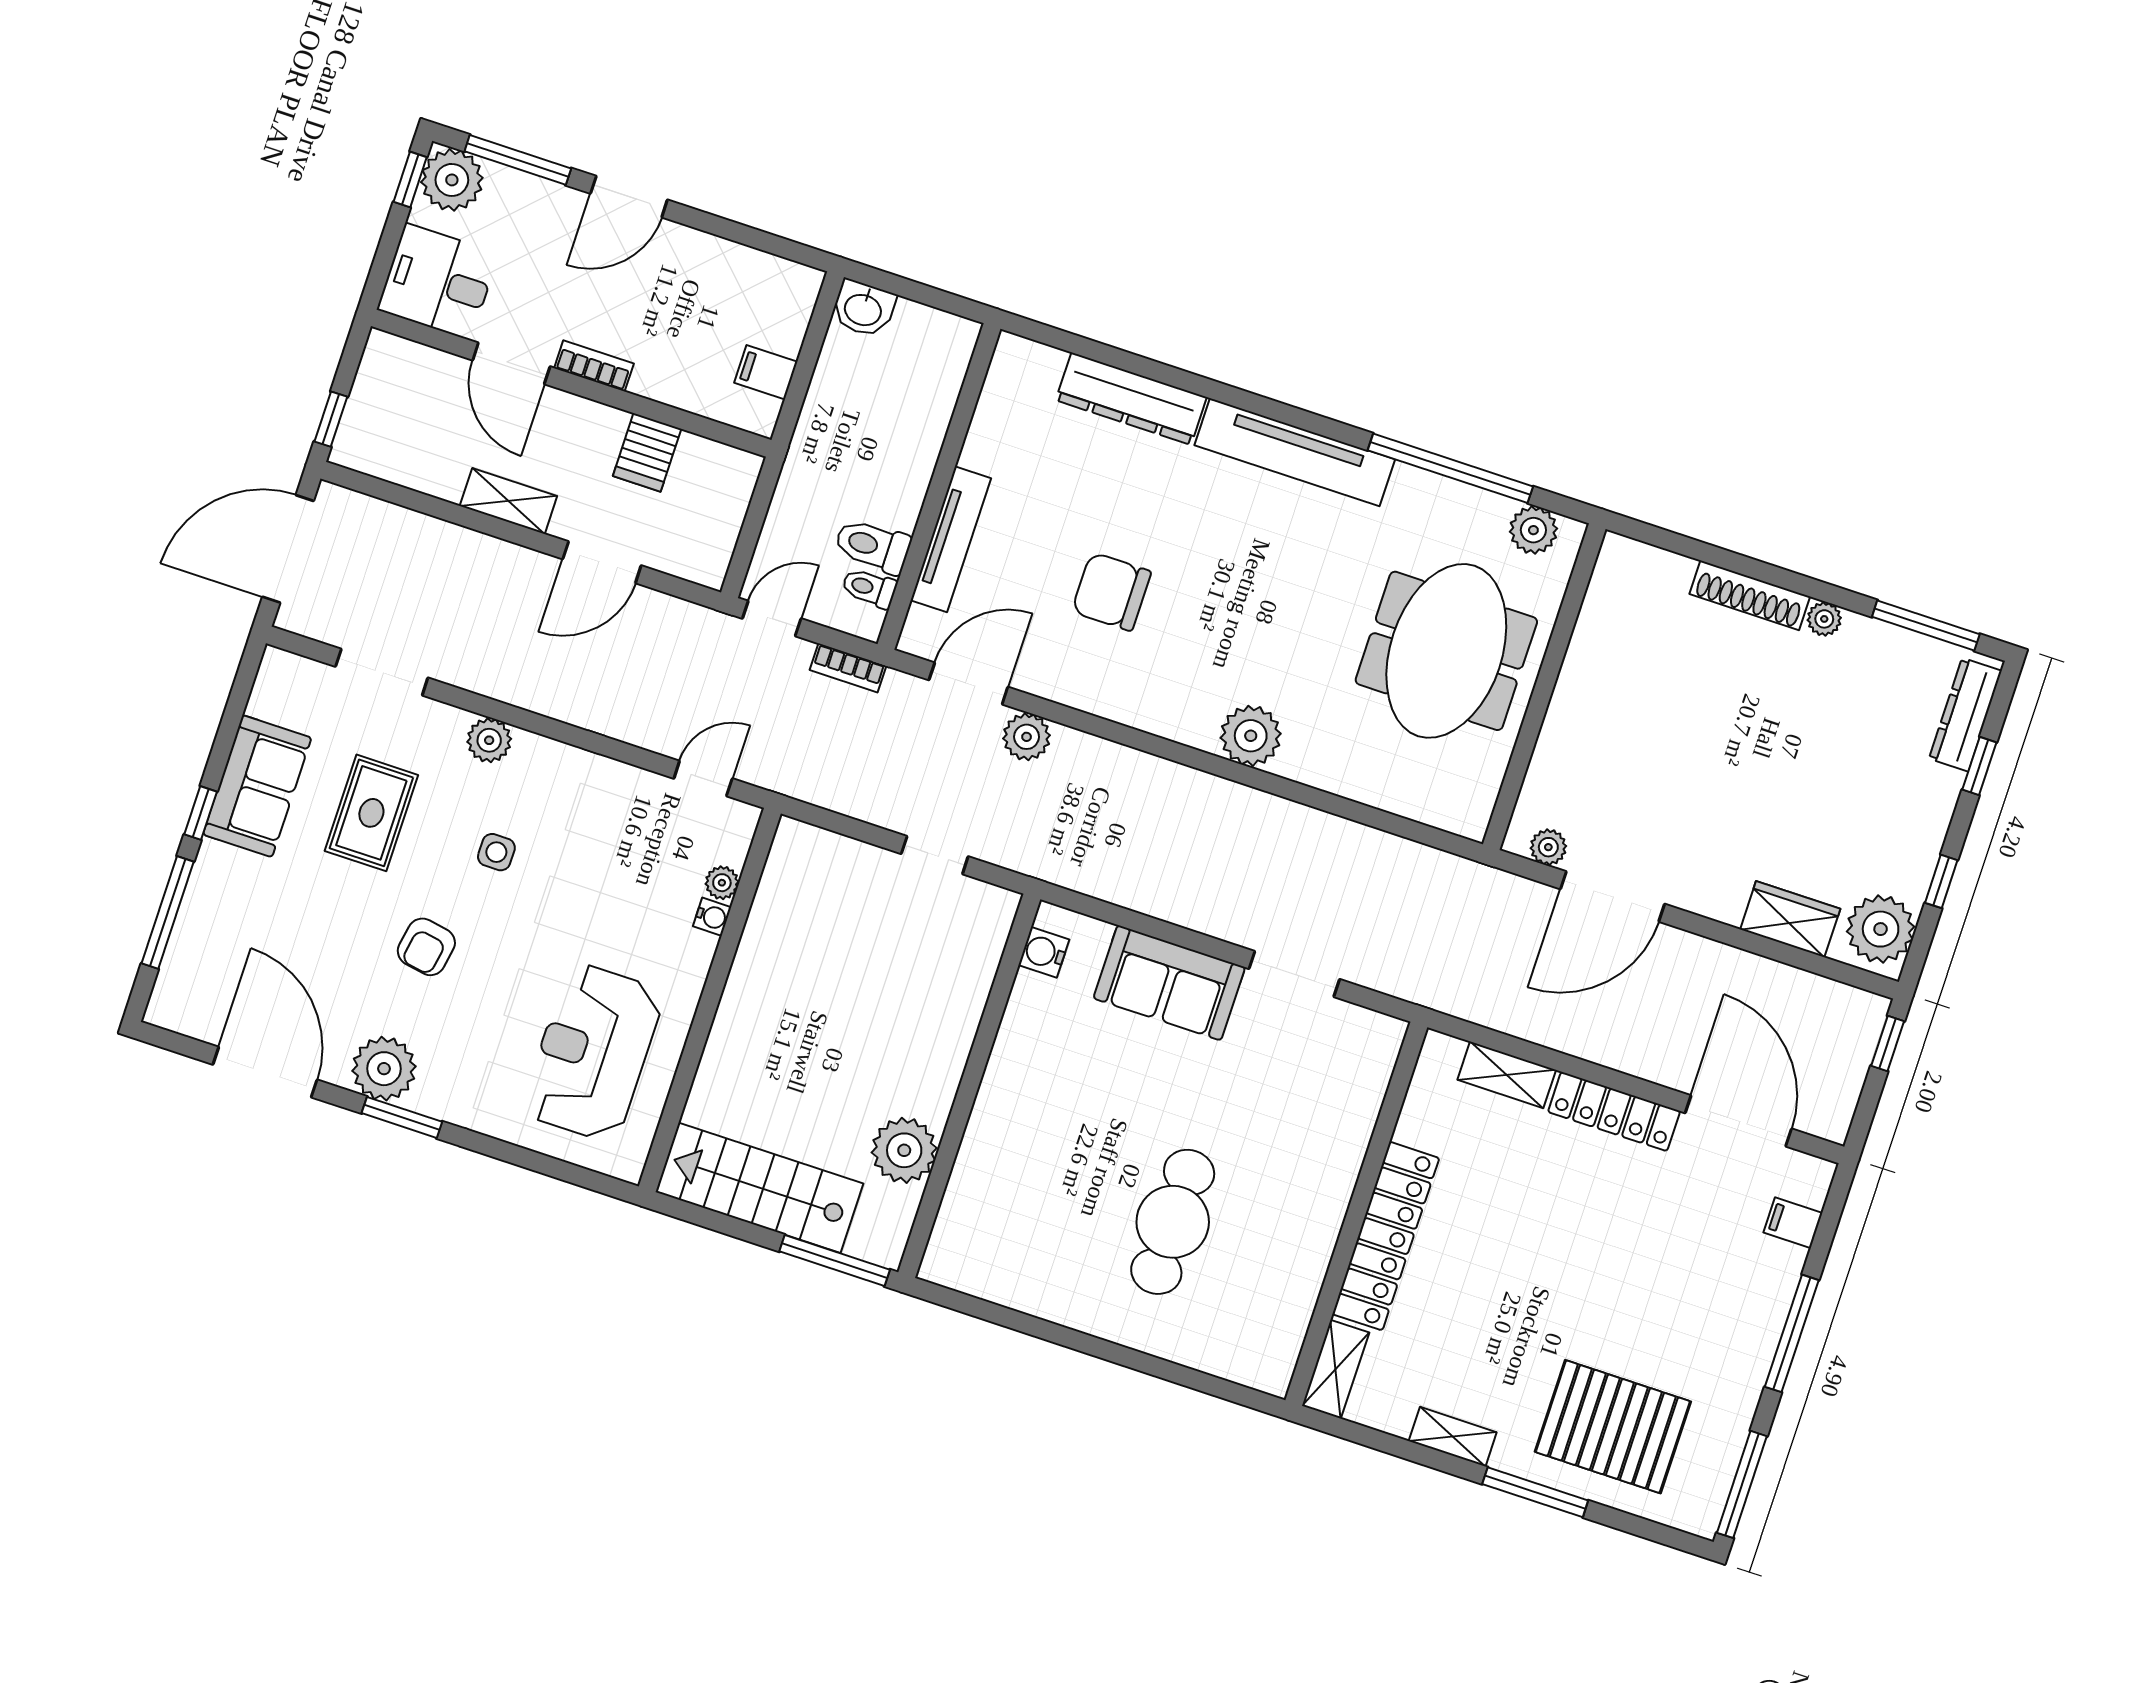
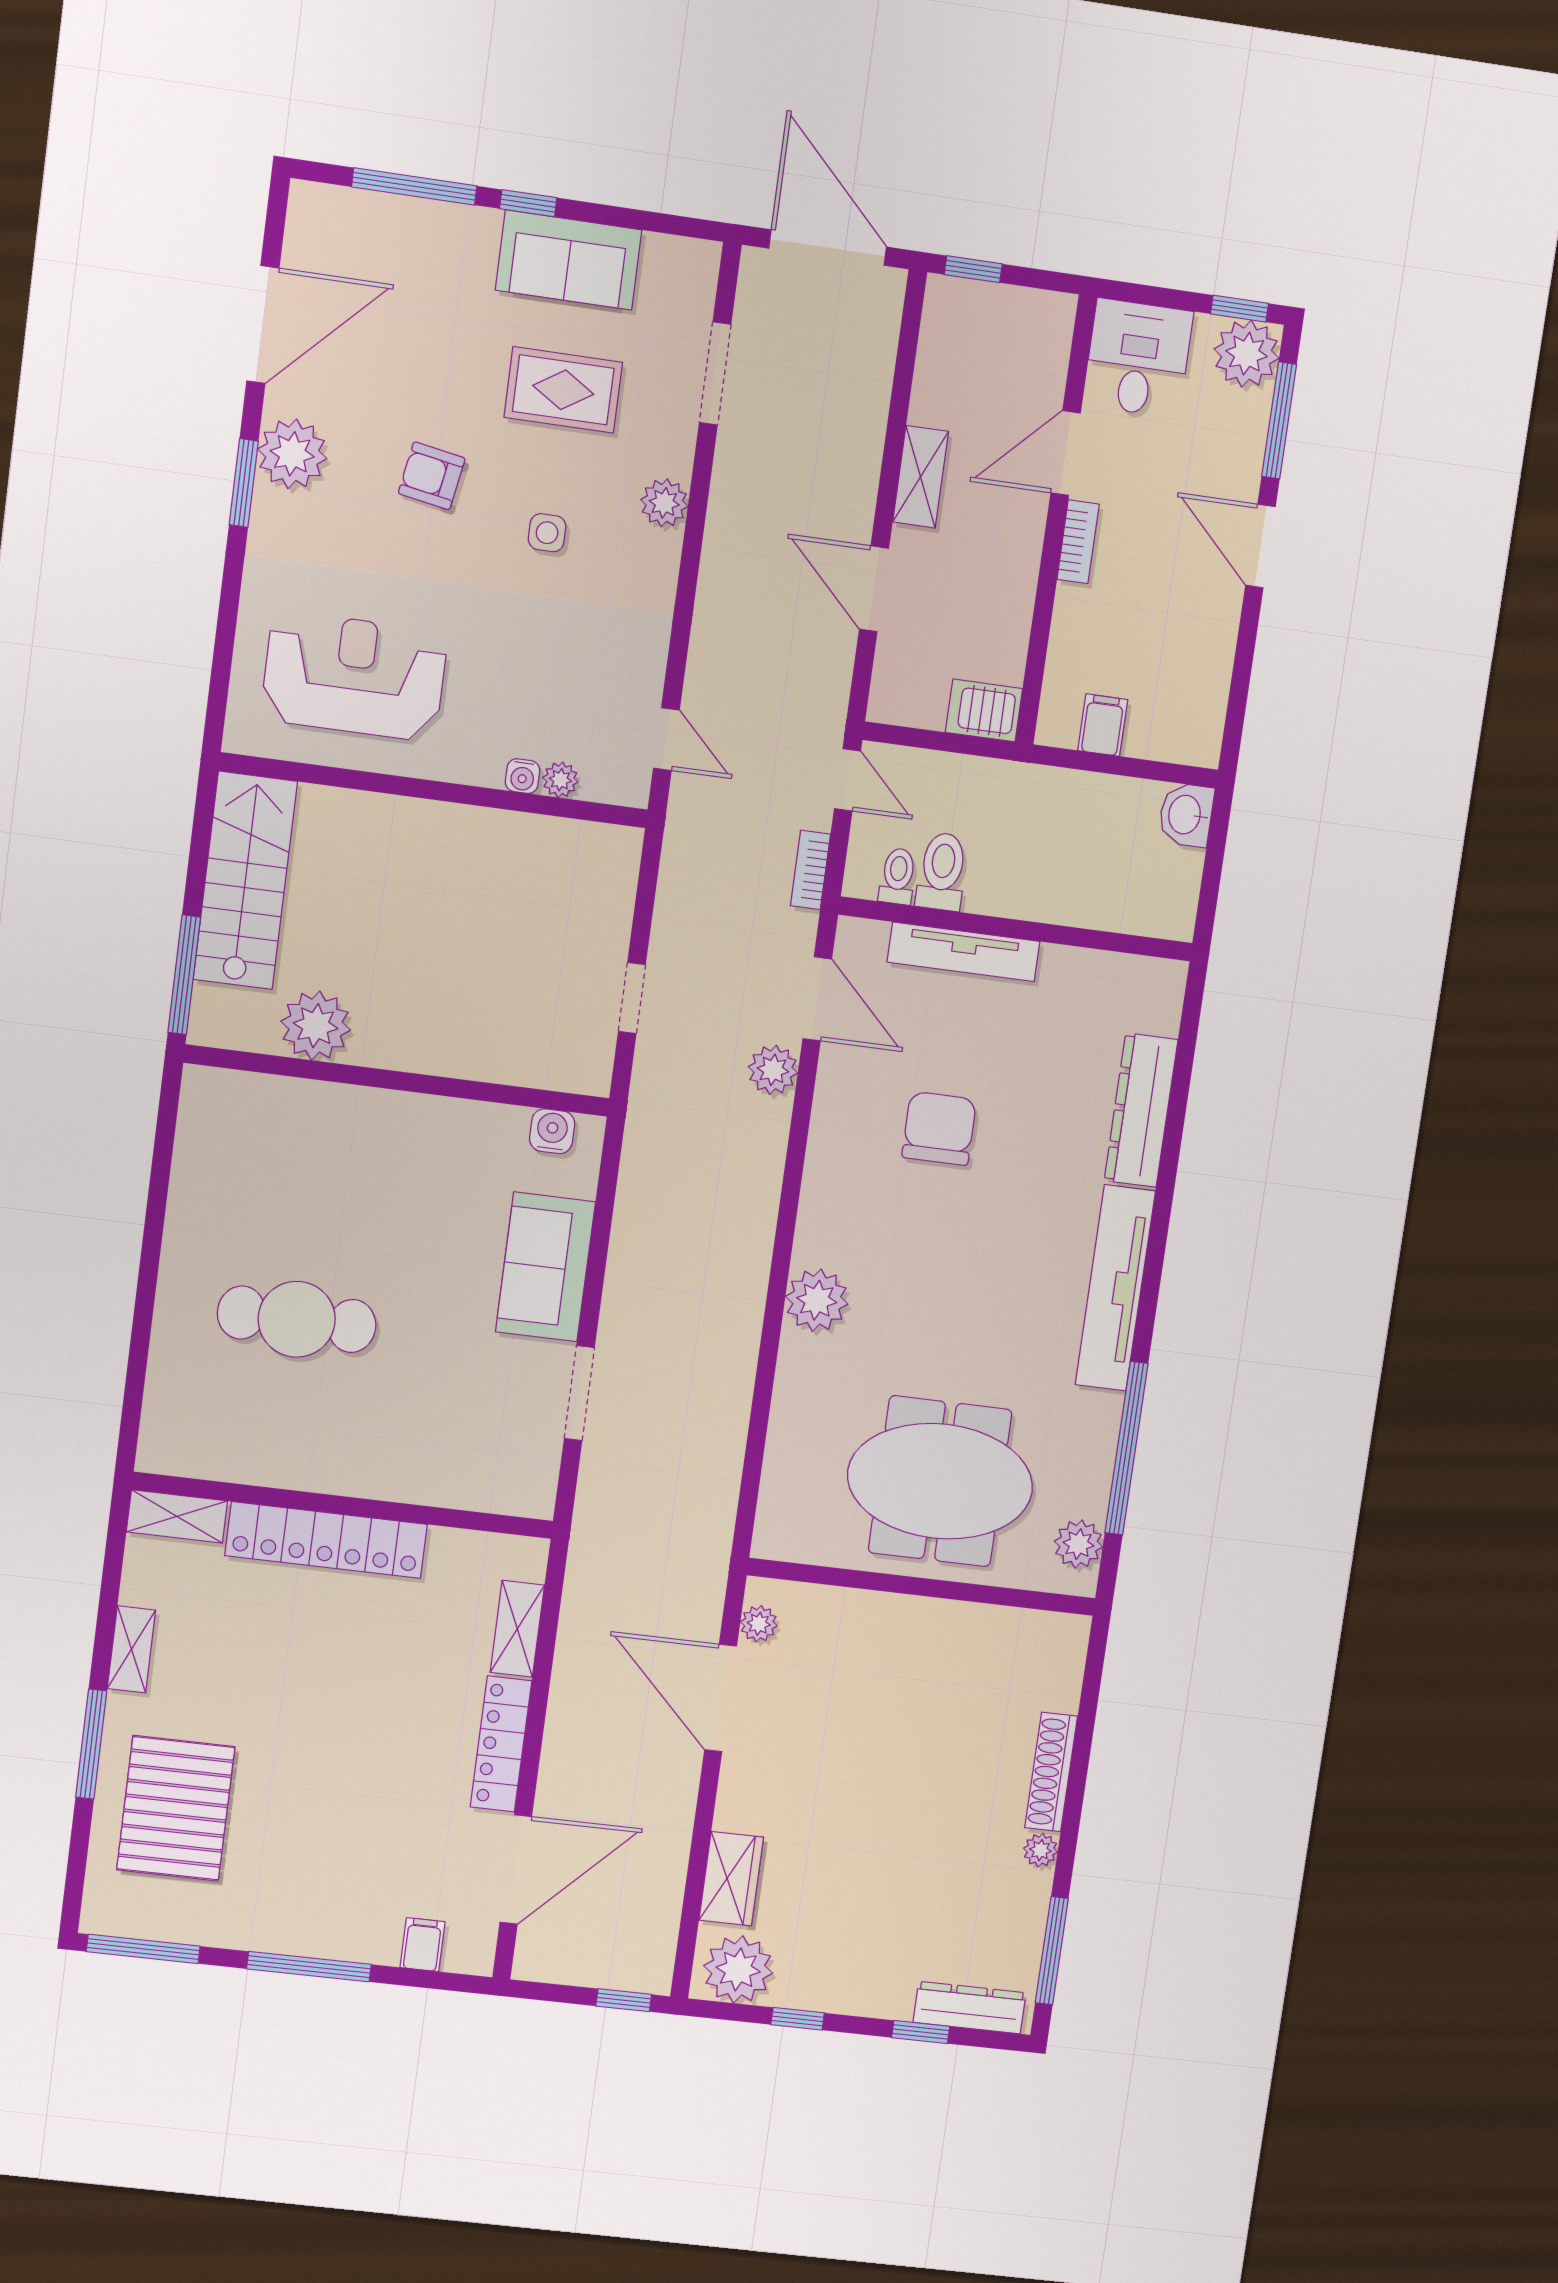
server rack: (647, 452) -> (984, 710), moved

